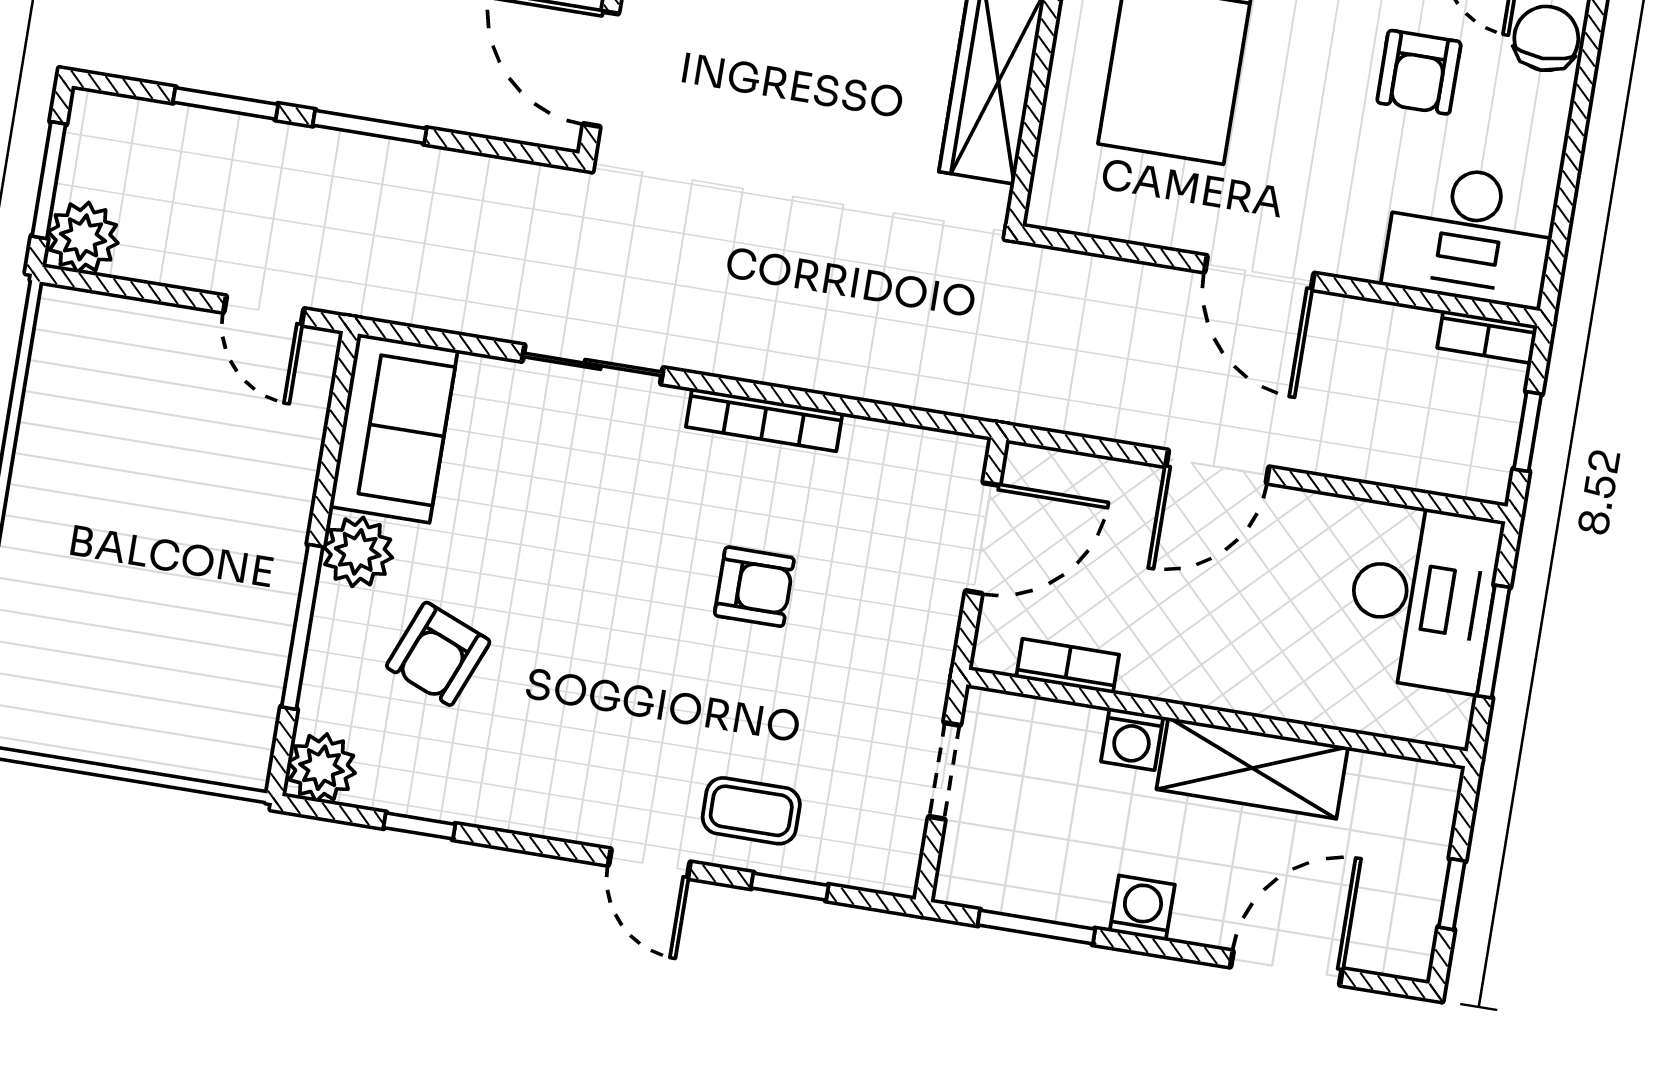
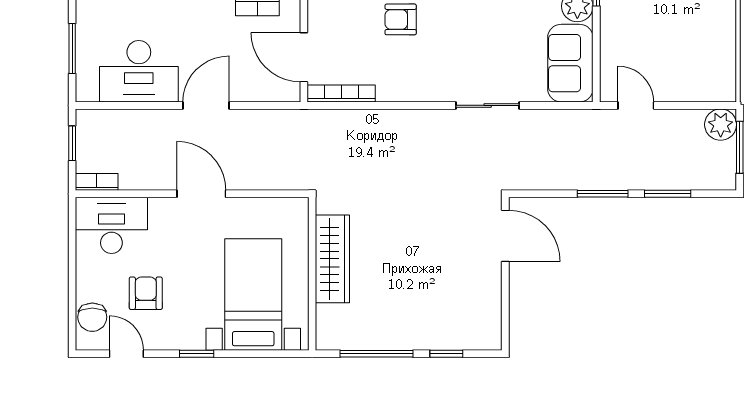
bookcase: (764, 420) -> (341, 93), moved
door: (983, 538) -> (304, 57), hinge flipped
desk: (1423, 597) -> (139, 71), moved, turned -90

